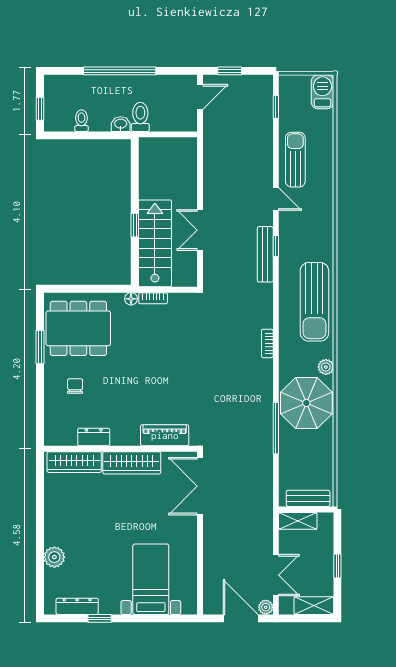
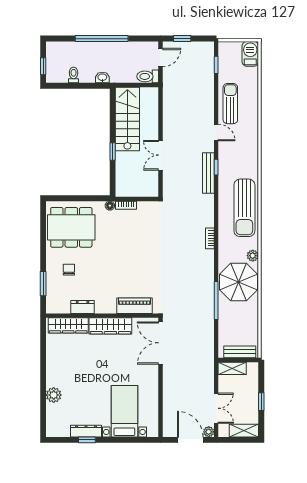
toilet: (140, 117) -> (148, 76), moved, turned -90
stairs: (155, 243) -> (127, 119), moved
window: (40, 347) -> (43, 284), moved
dresser: (77, 606) -> (86, 431), moved

